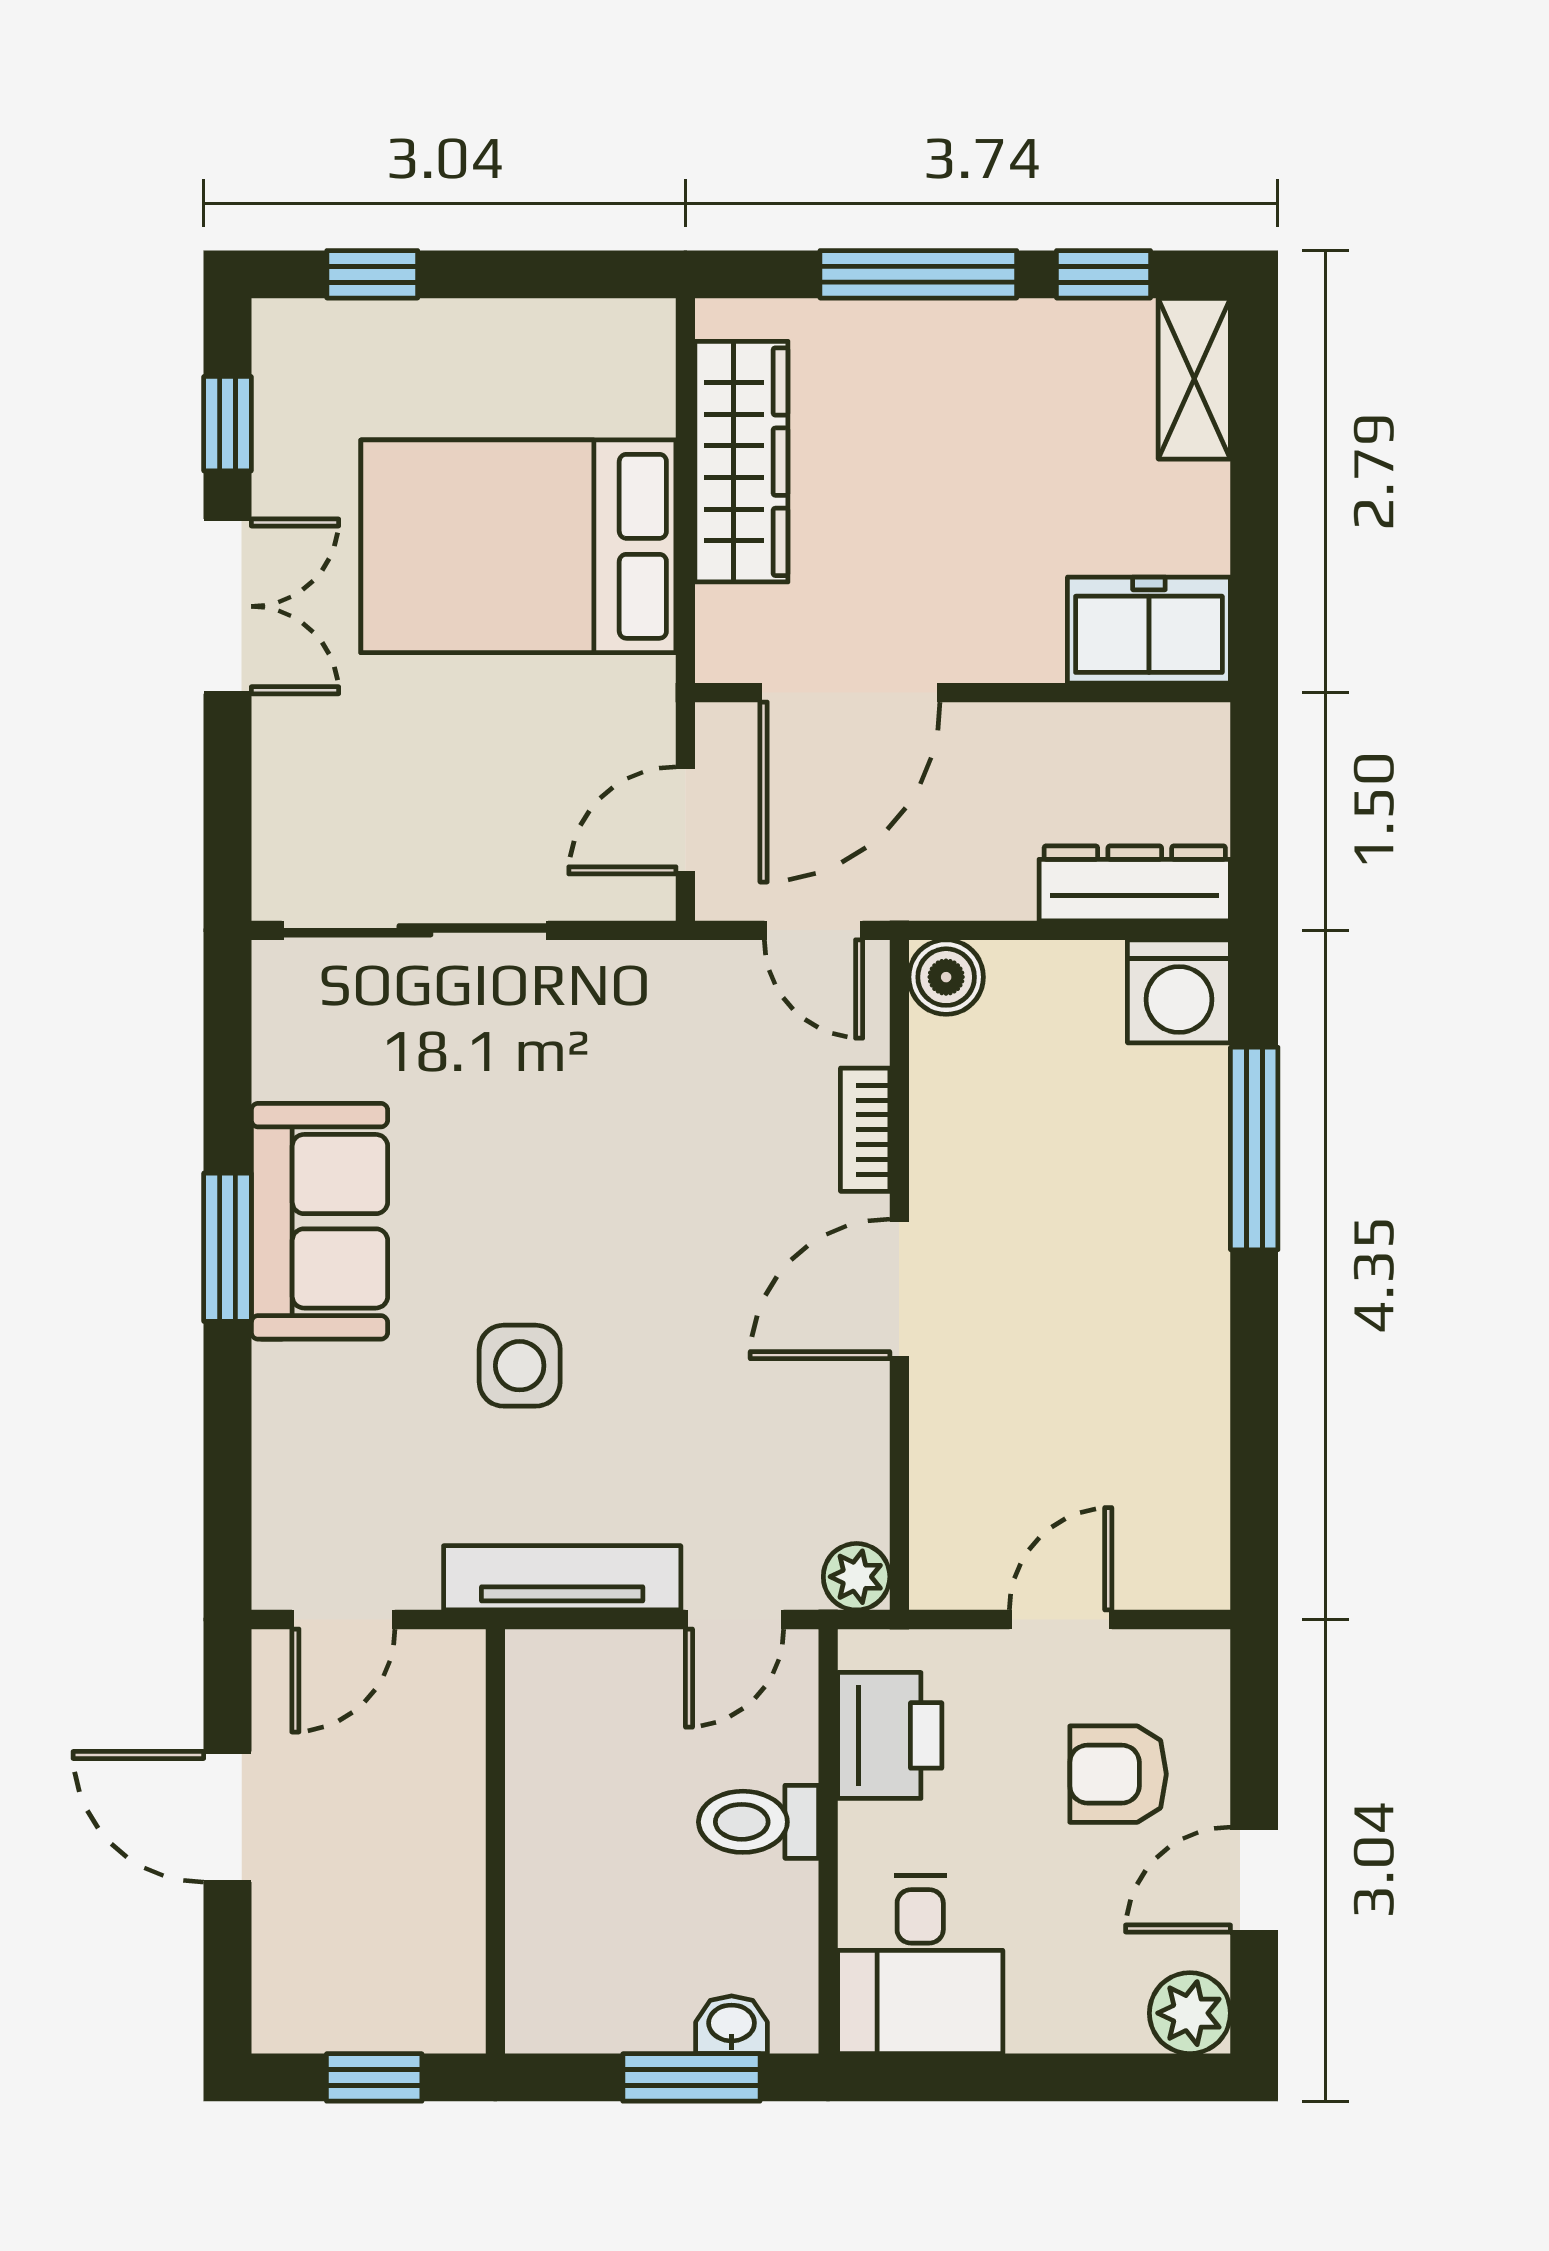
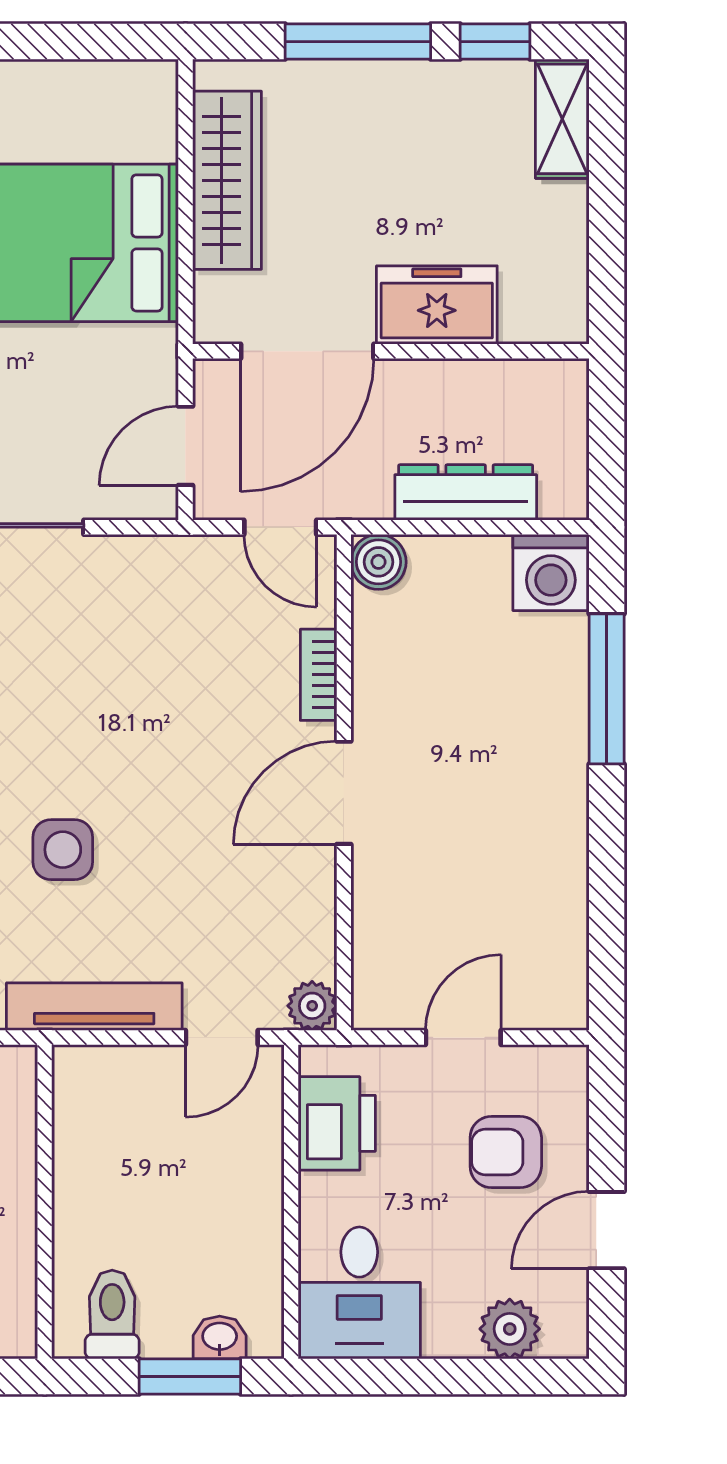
freezer: (1149, 630) -> (437, 305), moved
dresser: (1135, 883) -> (466, 492), moved
toilet: (758, 1822) -> (112, 1315), moved, turned 90
plant: (1190, 2013) -> (510, 1329), moved

